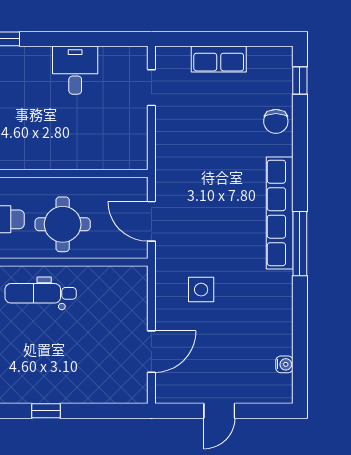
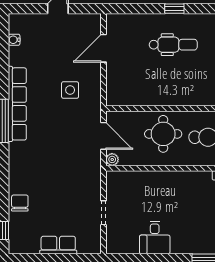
doorway: (151, 88) -> (103, 213), moved
plant: (138, 186) -> (112, 159), added
row of seats: (280, 213) -> (17, 104), moved
dental chair: (41, 293) -> (173, 45), moved

